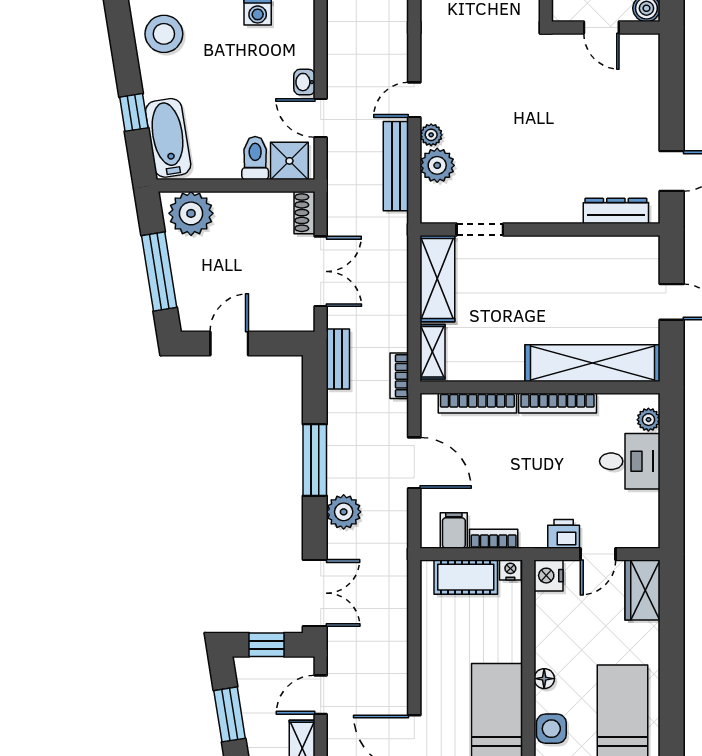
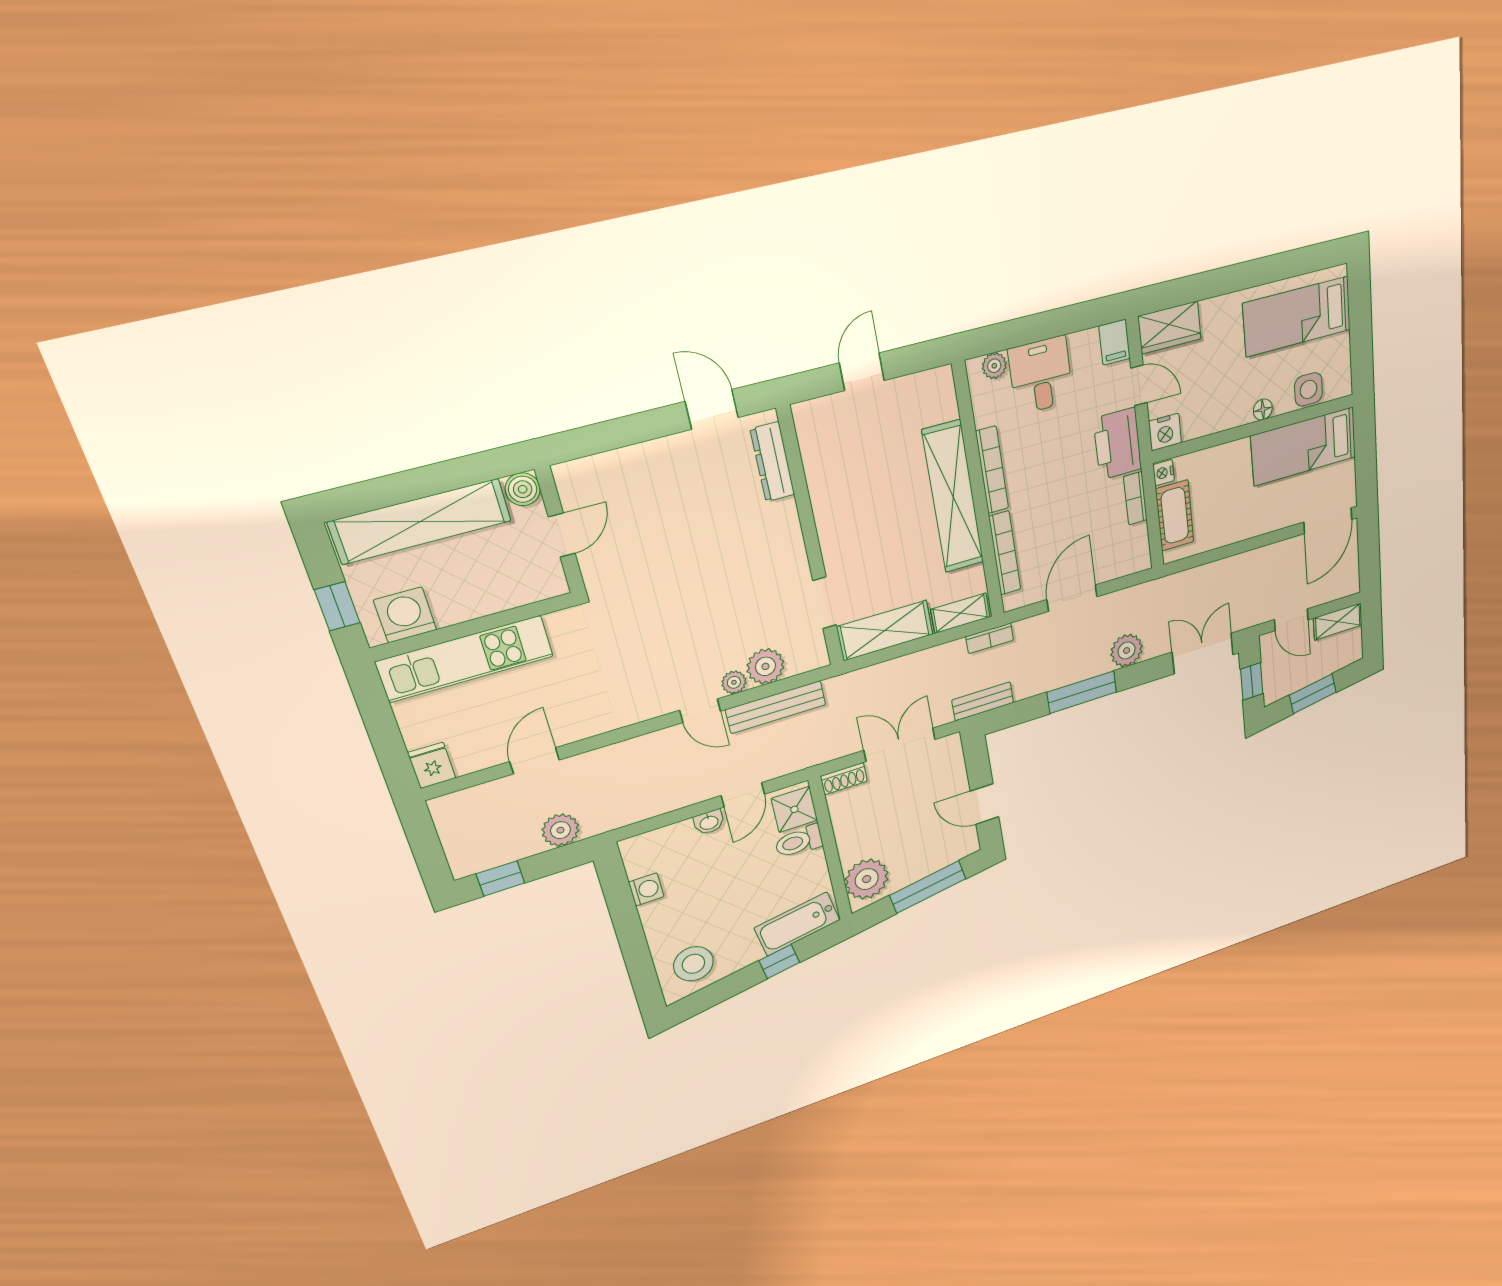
shelving: (593, 363) -> (953, 497), moved
filing cabinet: (454, 530) -> (1114, 342), moved, turned -90
printer: (564, 534) -> (1118, 444), width x1.87, depth x1.48

